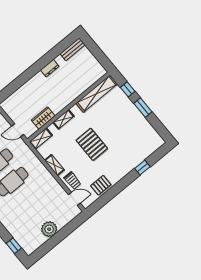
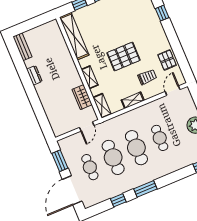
trolley: (72, 181) -> (147, 77), moved
cafe table: (28, 200) -> (160, 138), added

